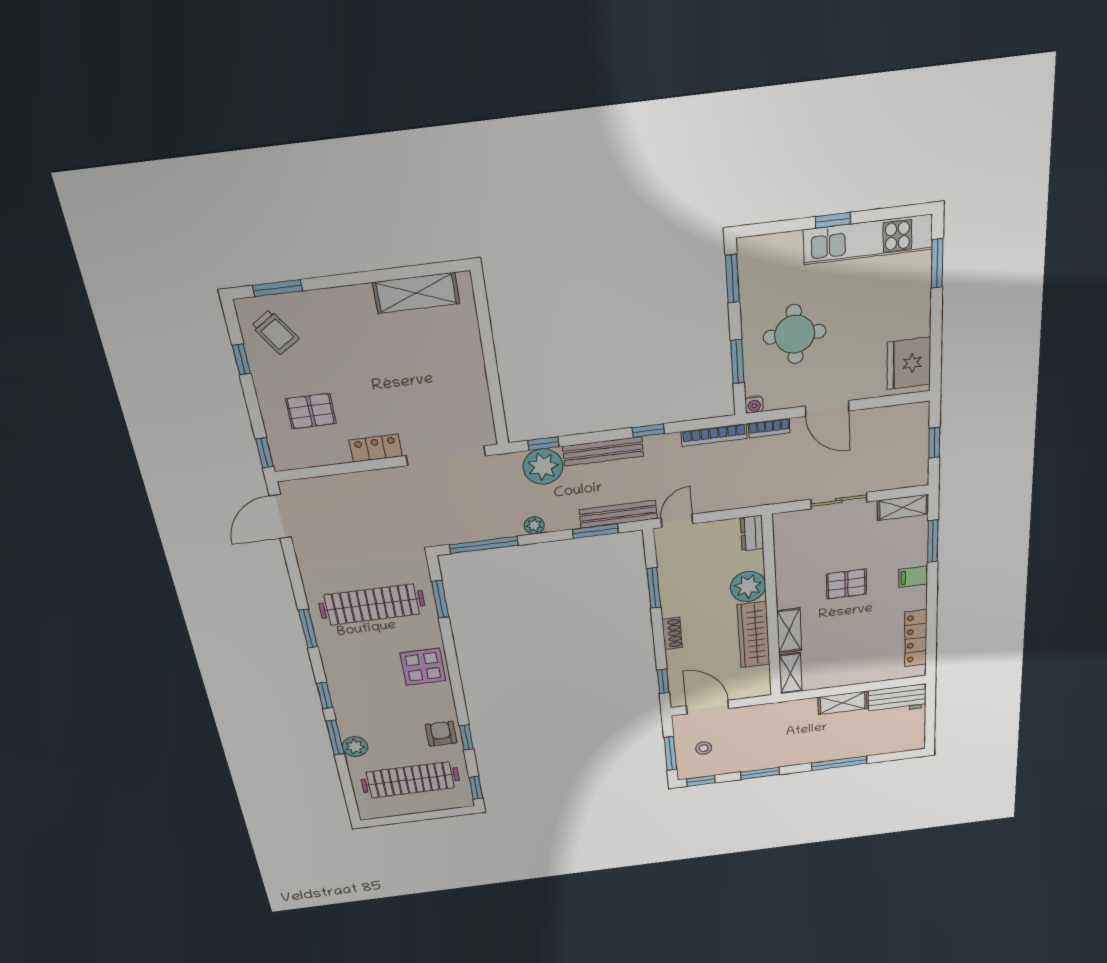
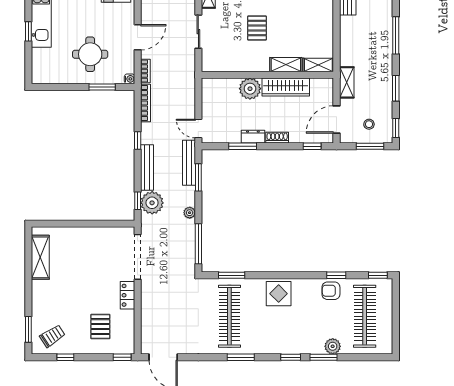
window: (732, 279) -> (54, 87), removed
dresser: (752, 533) -> (253, 137), moved, turned 180
shelving: (843, 703) -> (347, 82), moved

